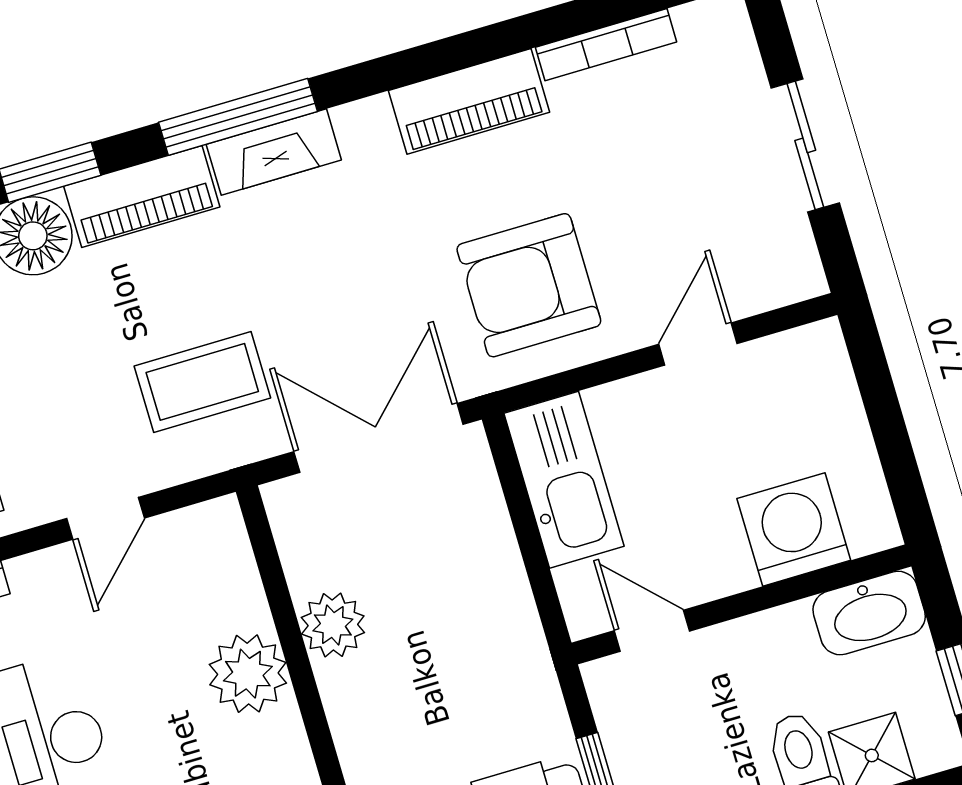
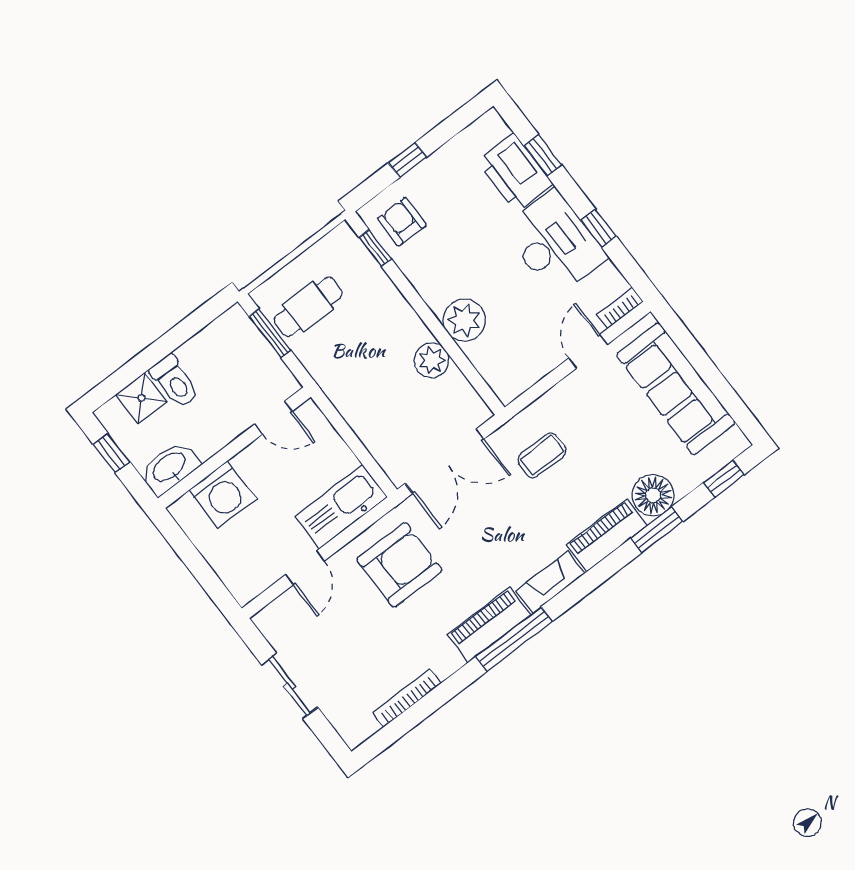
piano: (469, 101) -> (489, 625), moved
window: (238, 117) -> (514, 639), moved
coffee table: (202, 382) -> (542, 455), width x0.73, depth x0.77
kitchen sink: (564, 480) -> (341, 507), moved, turned 90
door: (106, 518) -> (588, 351), moved

